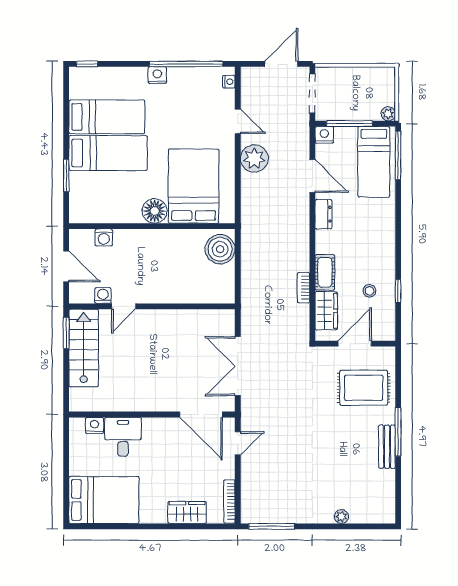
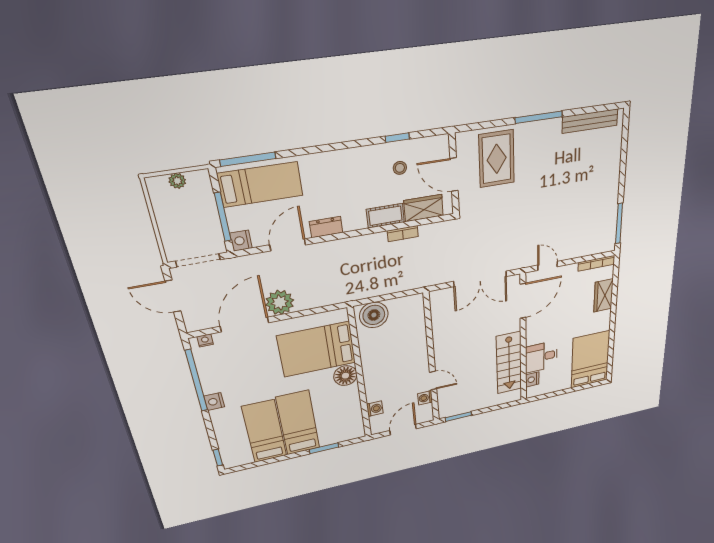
plant: (388, 114) -> (177, 181), moved
door: (238, 121) -> (245, 325), width x1.87
stairs: (84, 348) -> (509, 363), moved, turned -90
bench: (387, 447) -> (590, 121), moved, width x1.36
plant: (341, 517) -> (615, 162), removed

